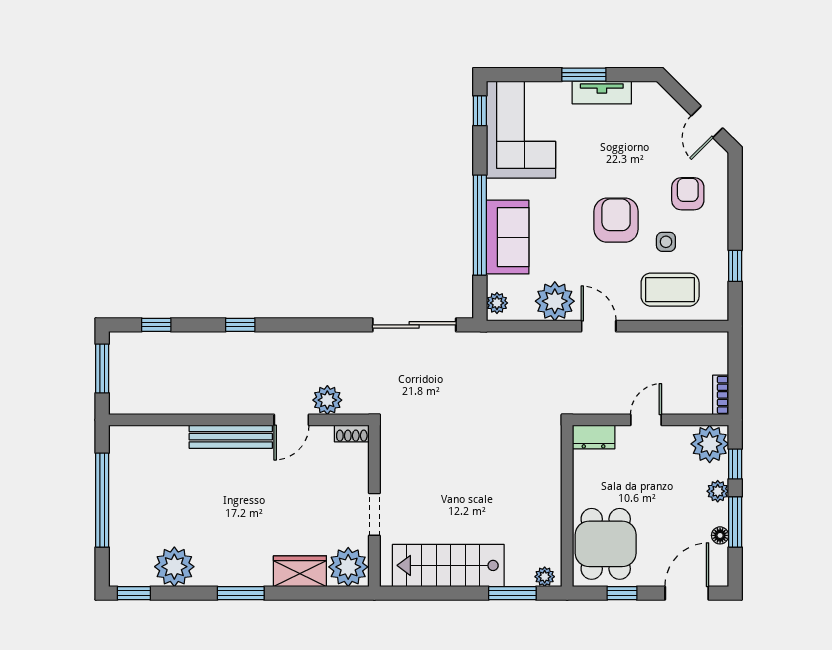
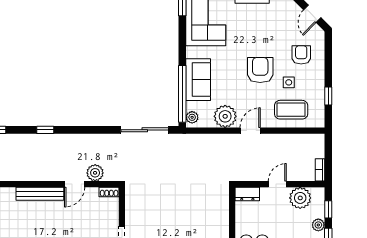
window: (480, 225) -> (182, 94), moved
door: (599, 326) -> (250, 131), hinge flipped
plant: (710, 444) -> (300, 198), moved

